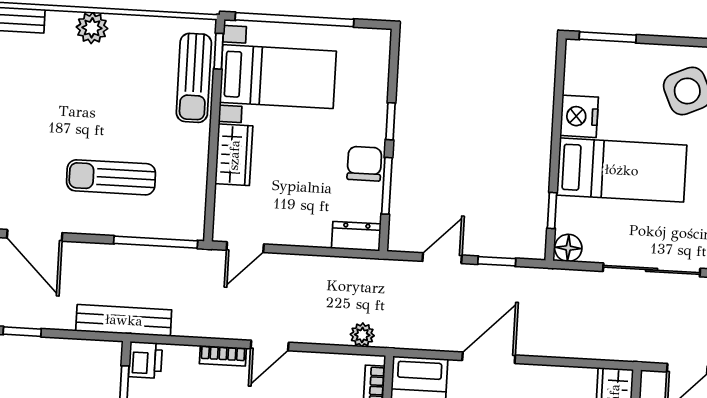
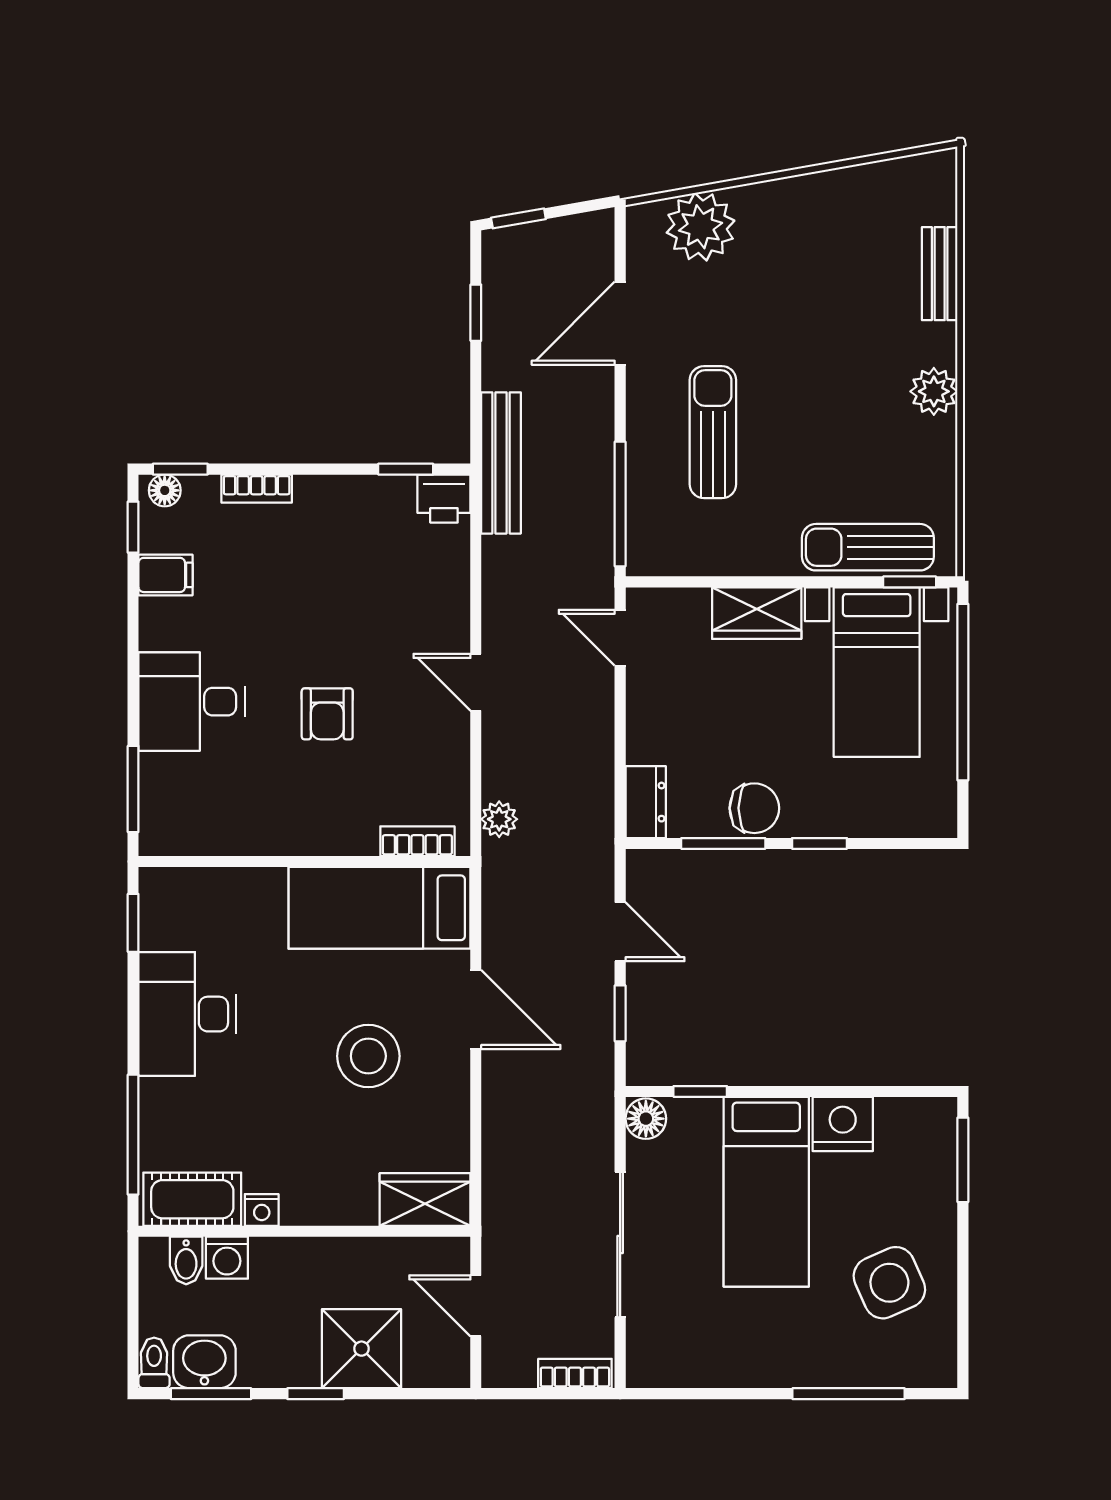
bookcase: (223, 356) -> (457, 613), removed

